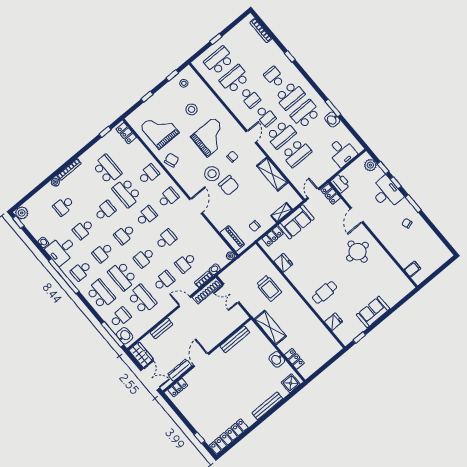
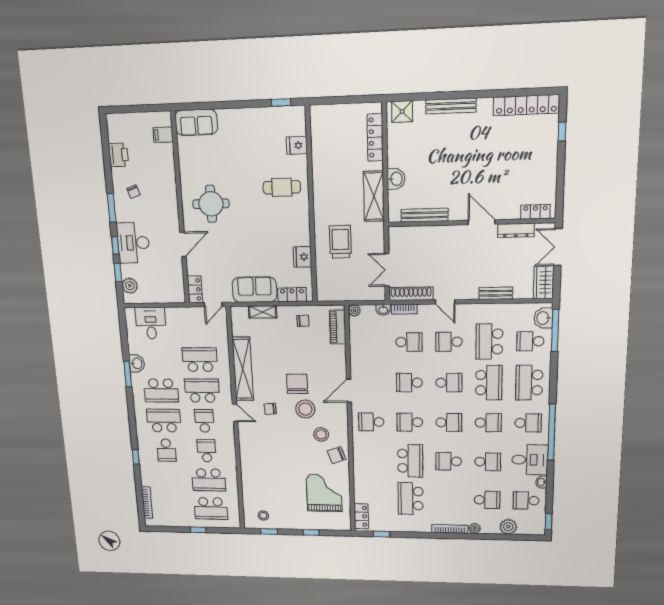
stool: (192, 109) -> (321, 434), moved
grand piano: (160, 130) -> (324, 493), turned 180
grand piano: (211, 137) -> (277, 445), removed
door: (251, 137) -> (235, 413), swing flipped
school desk: (149, 174) -> (526, 501), moved
shelving: (272, 174) -> (243, 369), width x1.47
printer: (340, 183) -> (119, 155), moved, turned 180
plant: (22, 213) -> (508, 527), moved
double door: (231, 293) -> (387, 270), swing flipped
sofa: (373, 312) -> (196, 122), moved
washbasin: (277, 359) -> (396, 179), moved
locker: (294, 359) -> (375, 137), width x1.53
door: (201, 360) -> (482, 222), swing flipped

